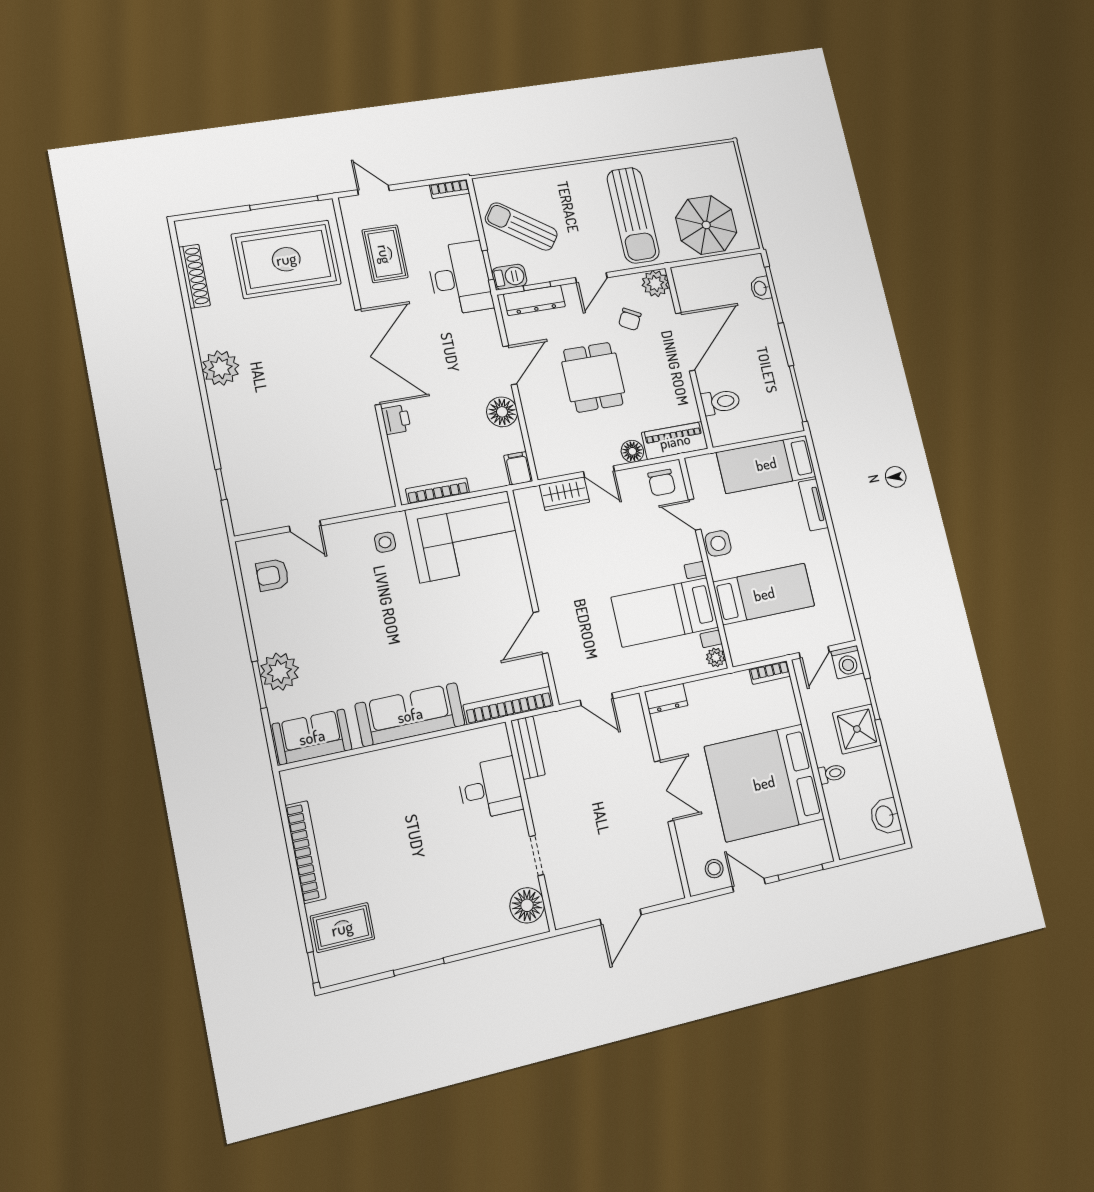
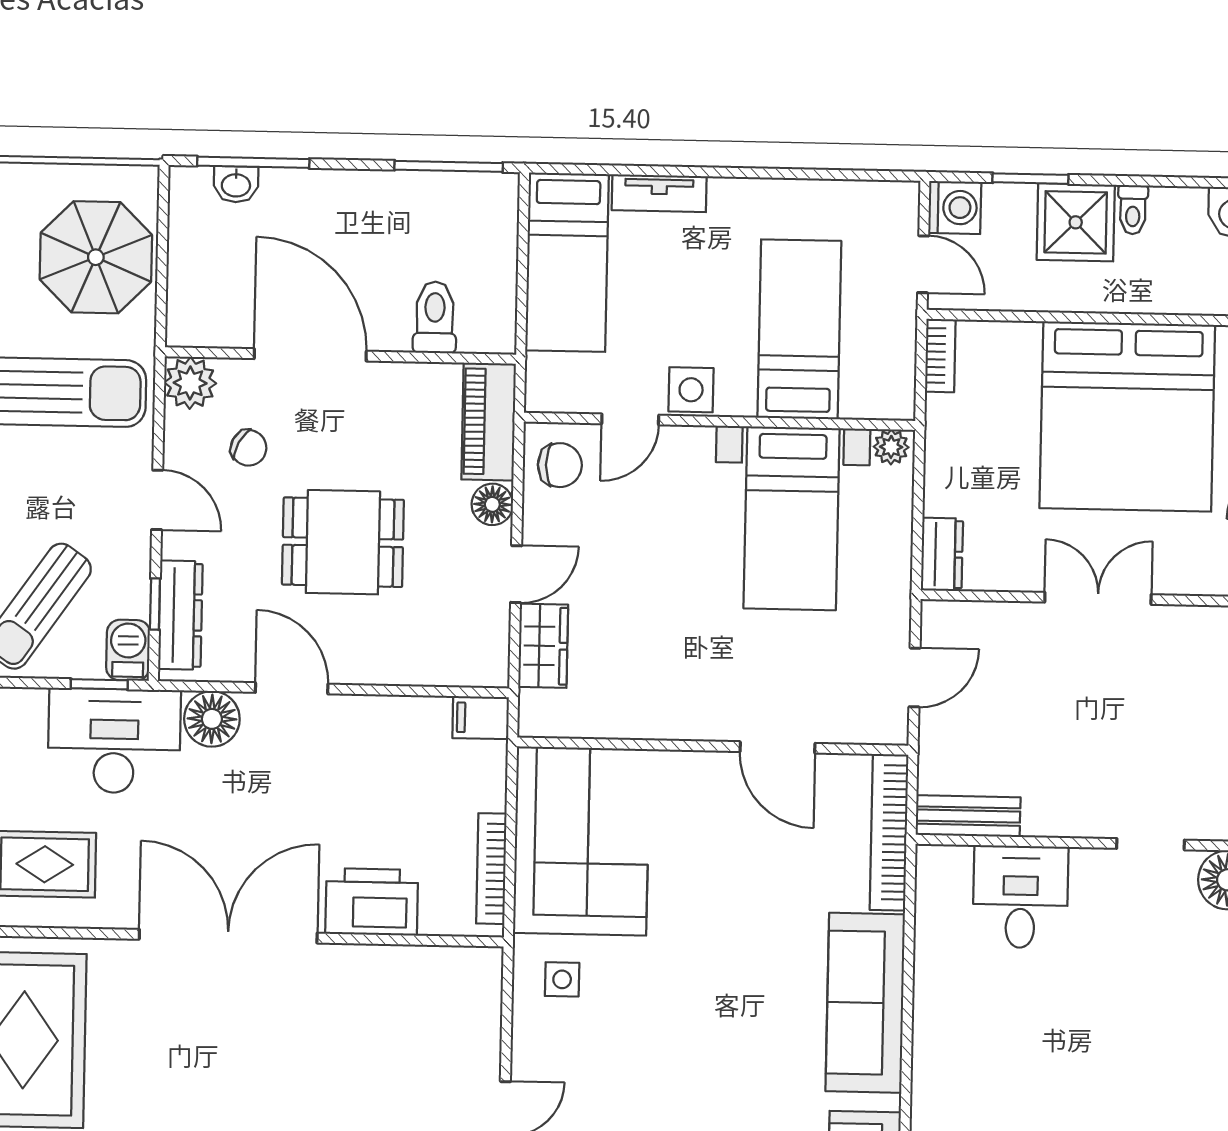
floor lamp: (502, 412) -> (212, 719), moved
printer: (396, 420) -> (372, 902), width x1.87, depth x1.48
toilet: (832, 774) -> (1133, 210), moved, turned 180

